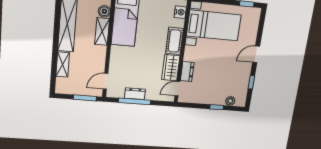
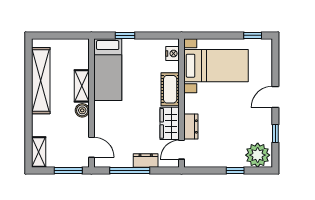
boiler: (104, 11) -> (82, 110), moved
shelving: (63, 65) -> (39, 152), moved
door: (106, 81) -> (91, 147), swing flipped
dresser: (135, 94) -> (146, 160), moved
plant: (230, 101) -> (258, 155), width x1.88, depth x1.88

